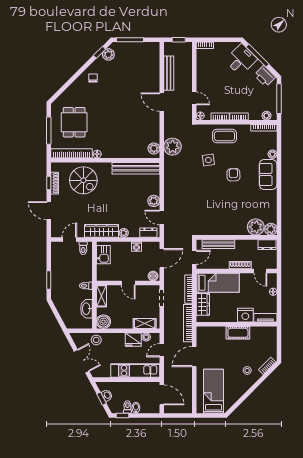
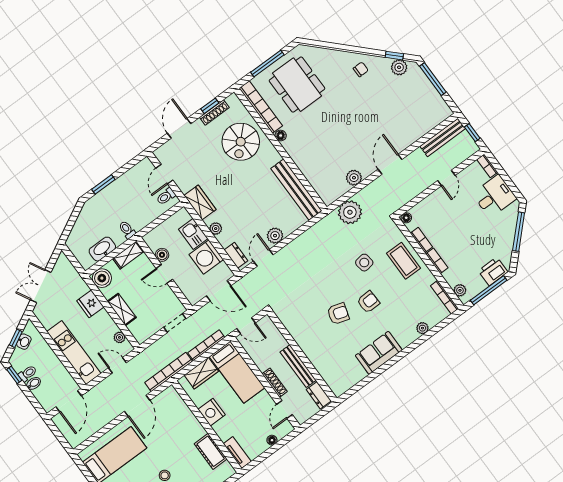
desk: (241, 60) -> (494, 196), moved, turned -45
bench: (169, 73) -> (443, 137), moved
printer: (265, 76) -> (493, 271), moved, turned 45
door: (194, 98) -> (446, 178), moved
dining table: (74, 122) -> (297, 85), width x1.38
plant: (154, 148) -> (354, 178), moved
sofa: (268, 175) -> (379, 353), moved
armchair: (227, 198) -> (338, 314), added
plant: (256, 227) -> (329, 369), removed
plant: (271, 229) -> (339, 387), removed
wardrobe: (102, 231) -> (200, 202), width x0.67
door: (69, 240) -> (164, 174), swing flipped
bench: (218, 244) -> (298, 366), moved
washing machine: (136, 247) -> (206, 257), width x1.89, depth x1.89
kitchen sink: (103, 255) -> (193, 234), moved, turned 90
boiler: (153, 276) -> (162, 255), moved
door: (128, 283) -> (164, 274), hinge flipped
nightstand: (245, 315) -> (212, 412), moved
shelving: (145, 324) -> (122, 309), moved
cot: (238, 333) -> (211, 451), moved
stool: (96, 340) -> (76, 285), removed
fridge: (133, 340) -> (90, 304), moved
door: (194, 356) -> (137, 406), swing flipped
double door: (82, 361) -> (41, 286), swing flipped

